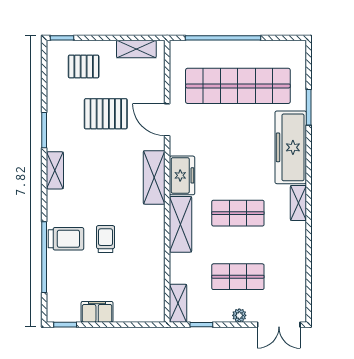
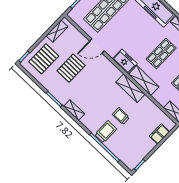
pallet: (84, 66) -> (44, 59), width x1.50, depth x1.42
shelving: (154, 177) -> (131, 88), moved
filing cabinet: (97, 312) -> (159, 134), moved

